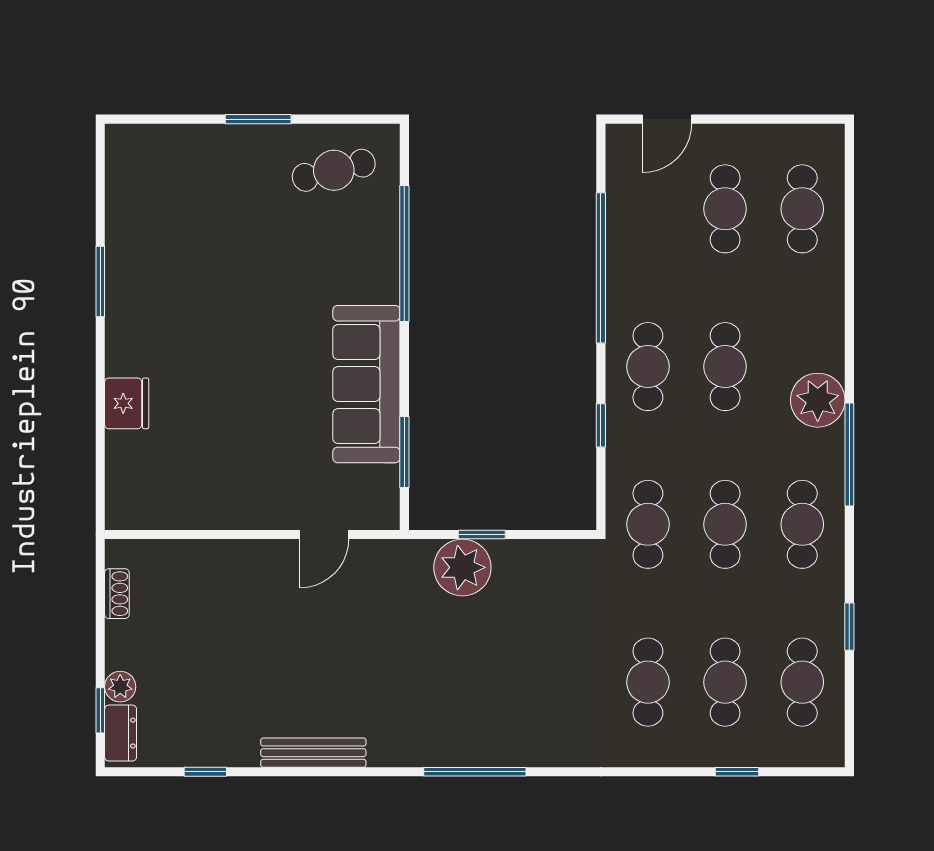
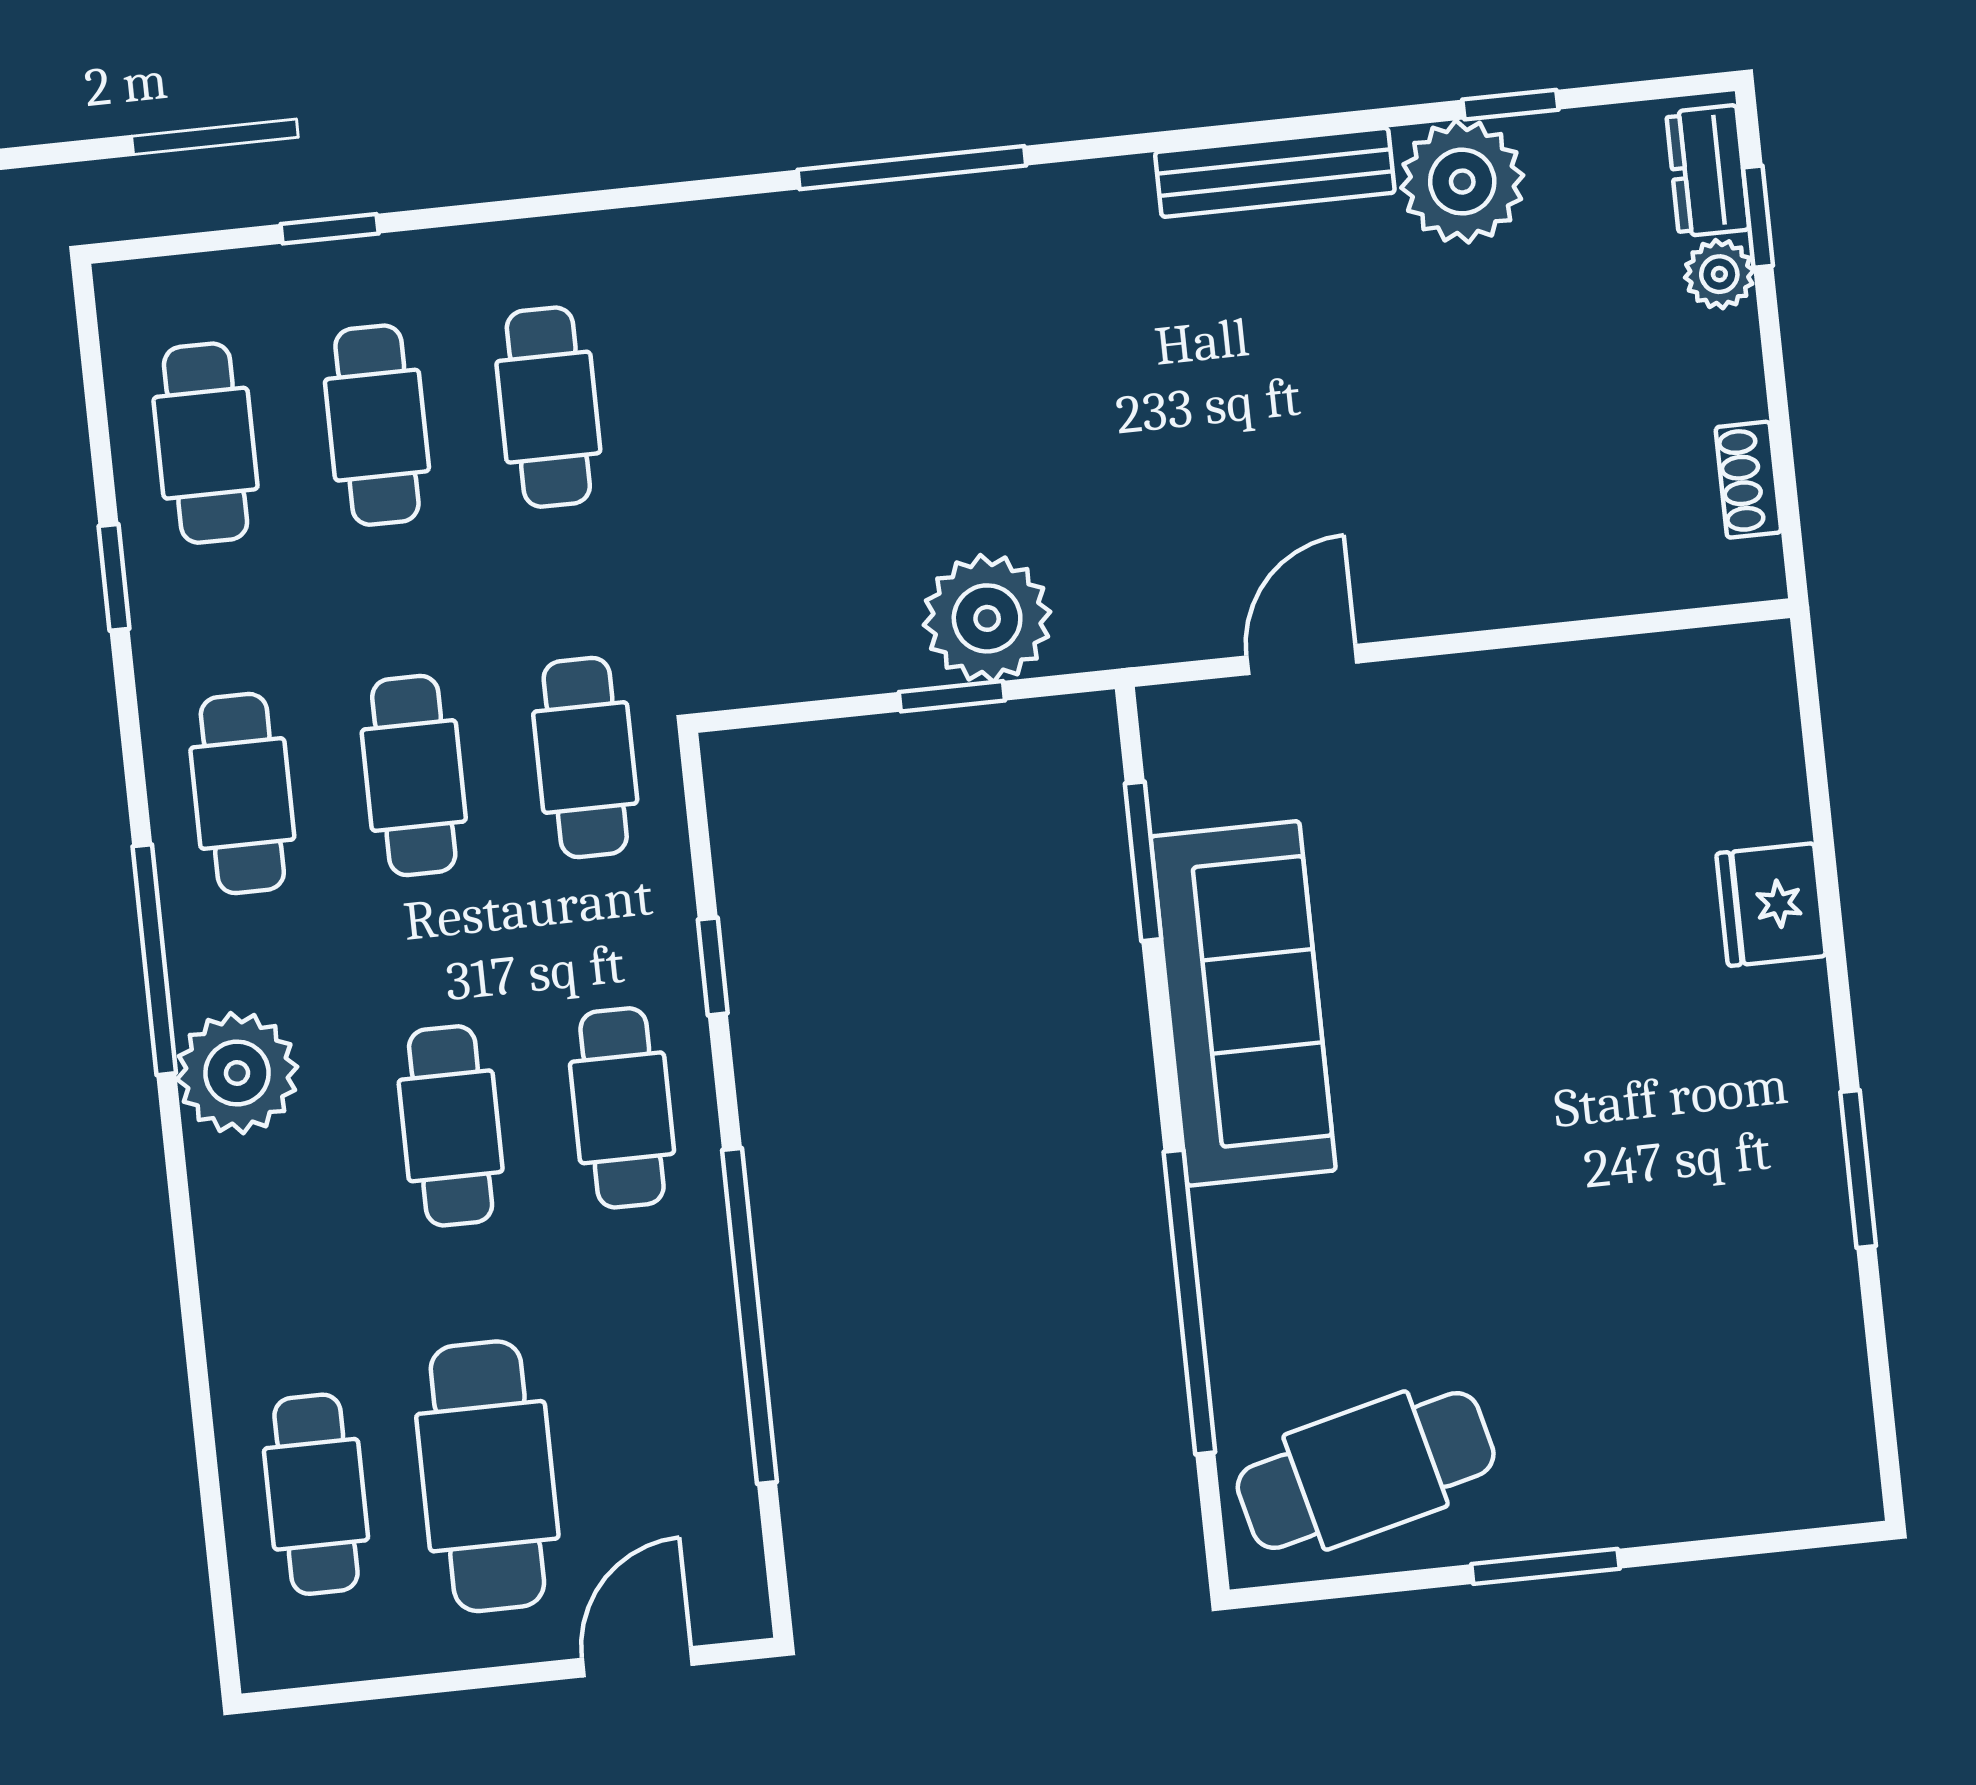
cafe table: (334, 170) -> (1366, 1470), width x1.37, depth x1.35
cafe table: (725, 209) -> (487, 1476), width x1.37, depth x1.35
plant: (230, 740) -> (1462, 182), added

